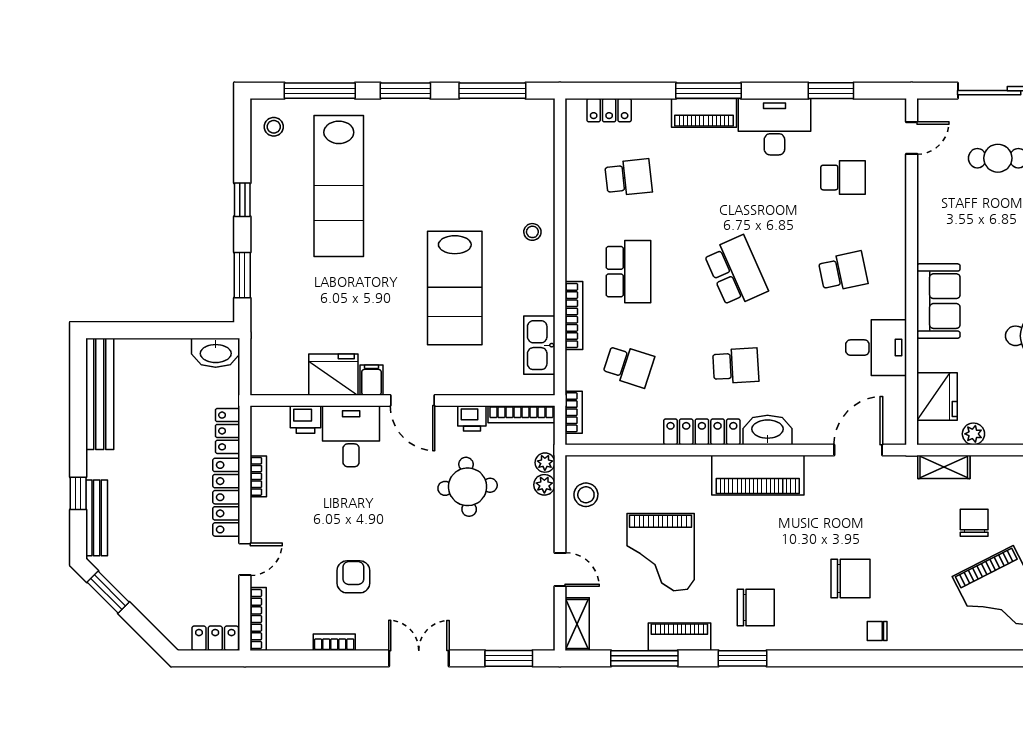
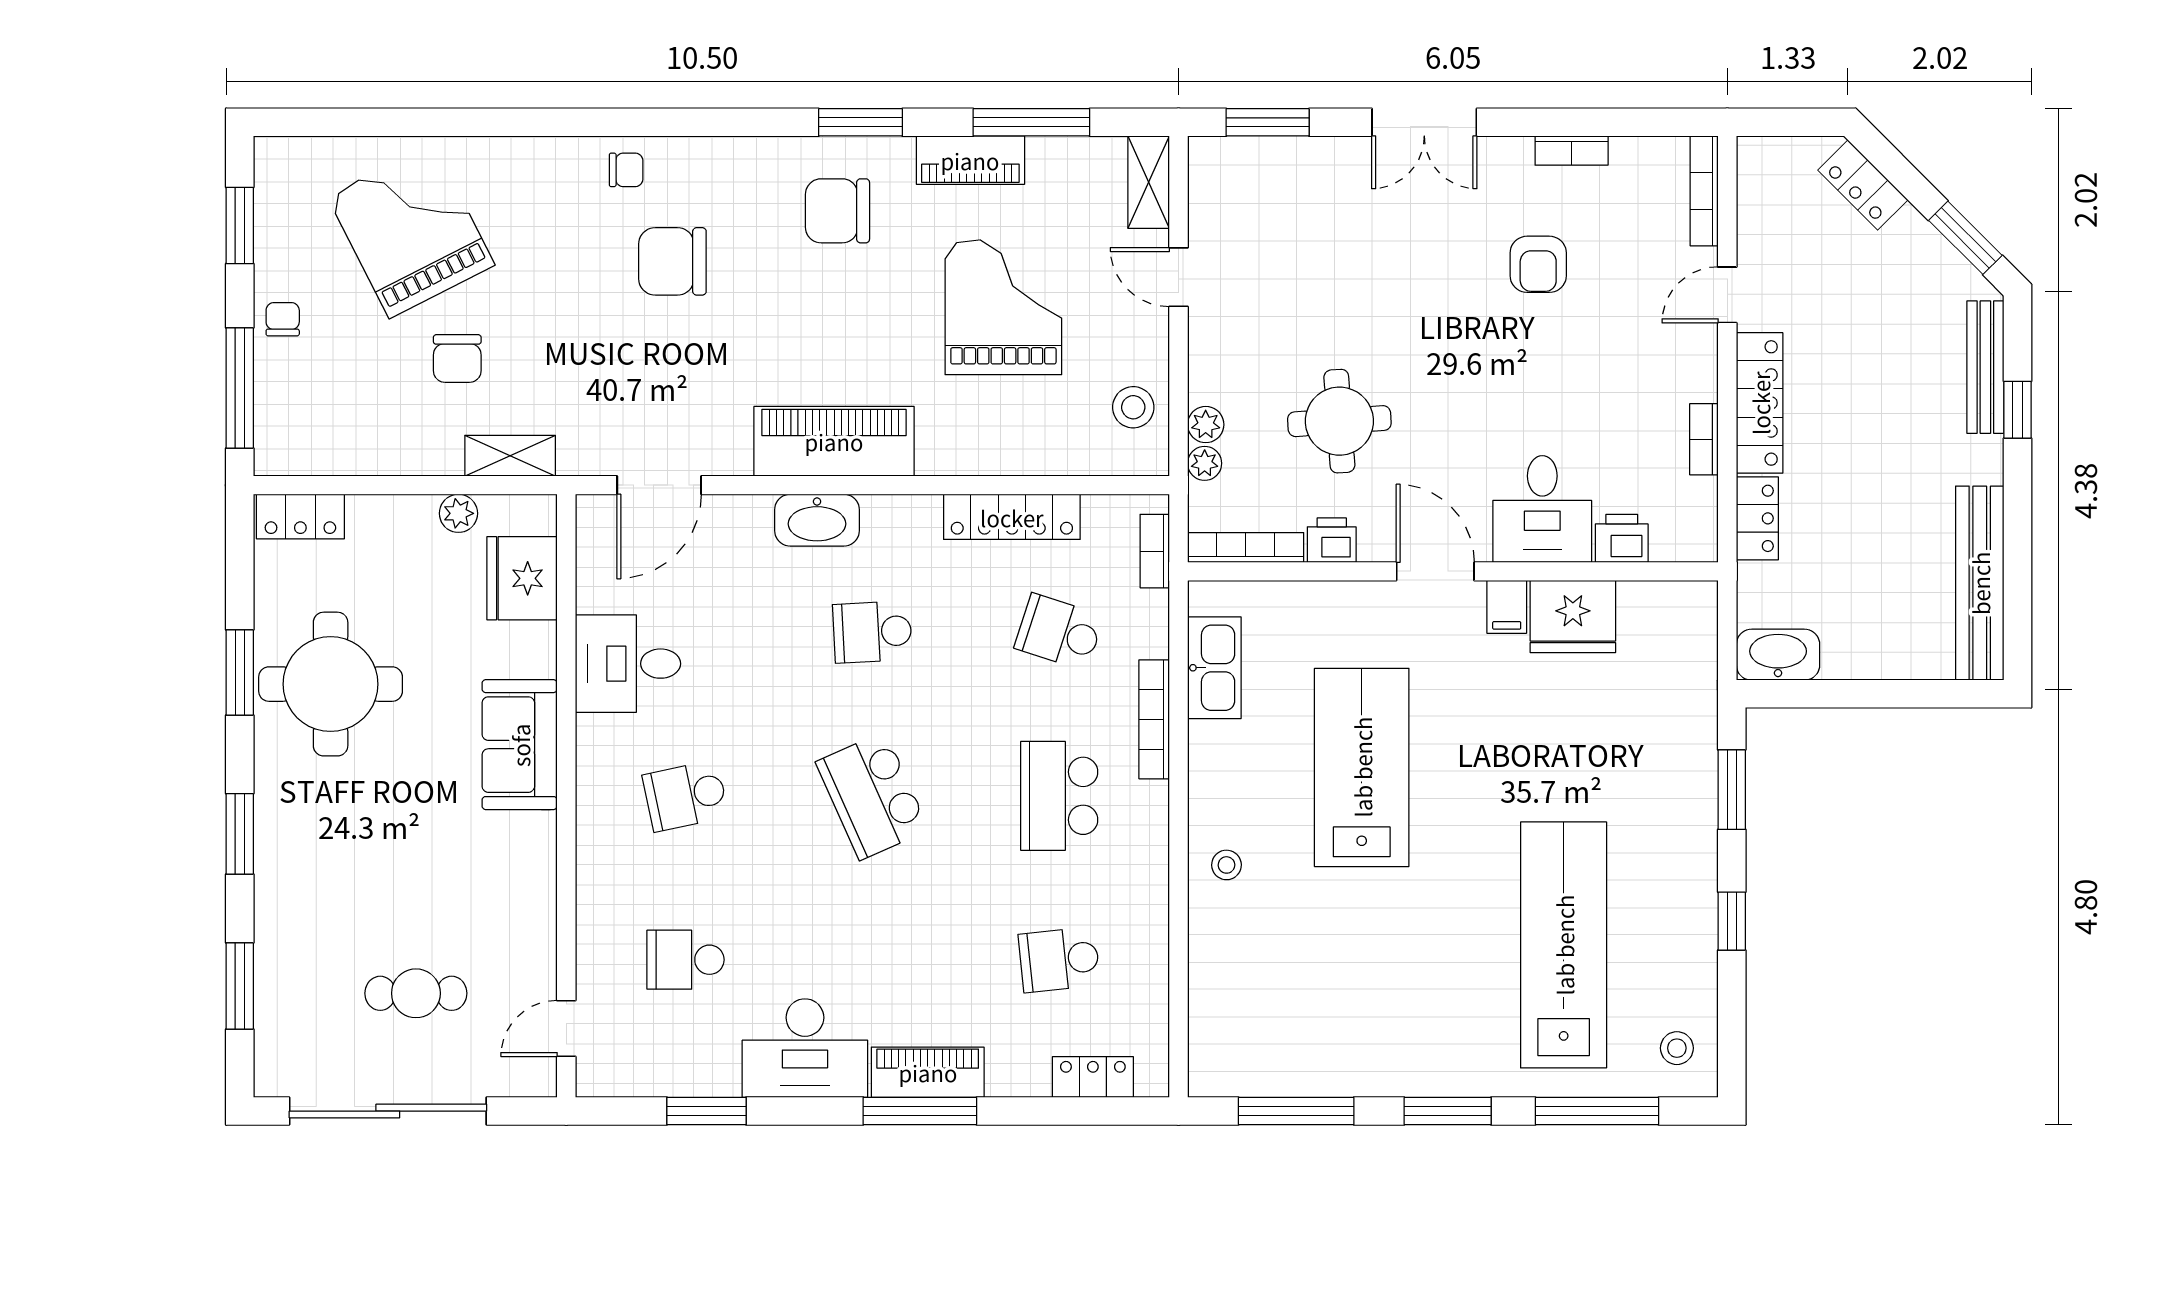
locker: (702, 432) -> (1012, 517), moved
locker: (215, 638) -> (1863, 185), moved, turned 45

